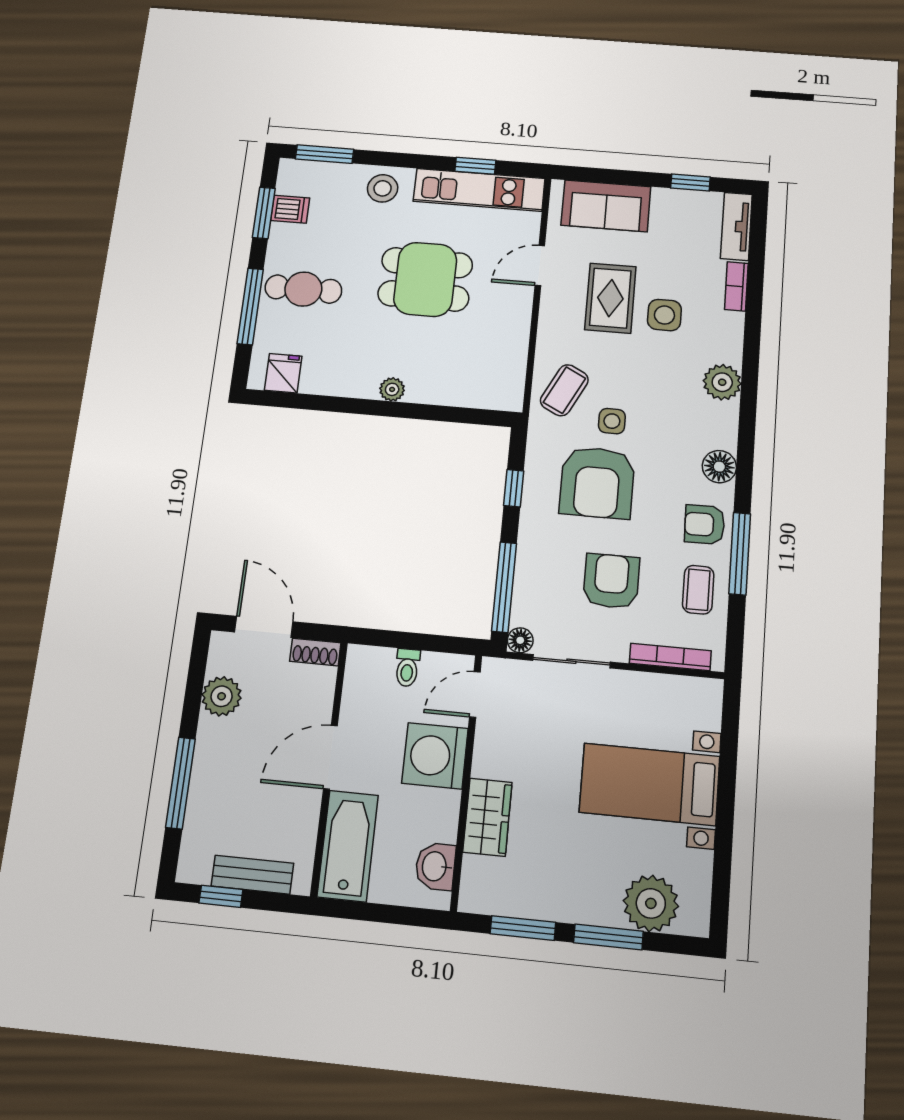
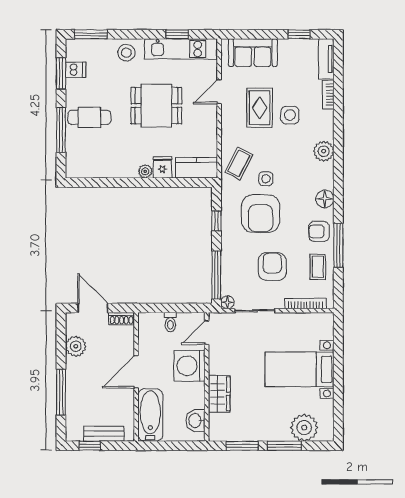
fridge: (283, 373) -> (163, 167), moved
kitchen counter: (486, 391) -> (197, 168), added

